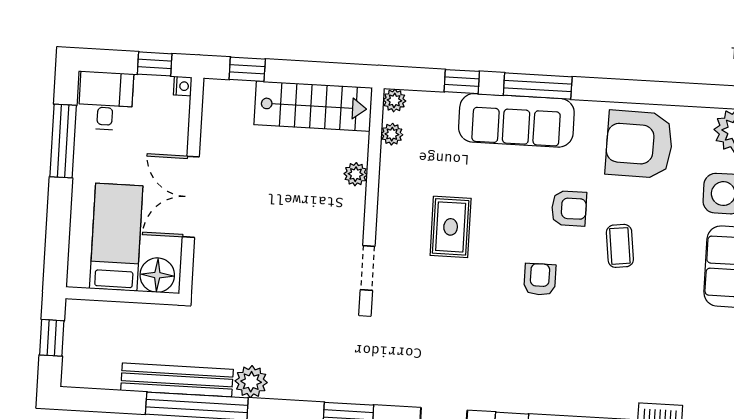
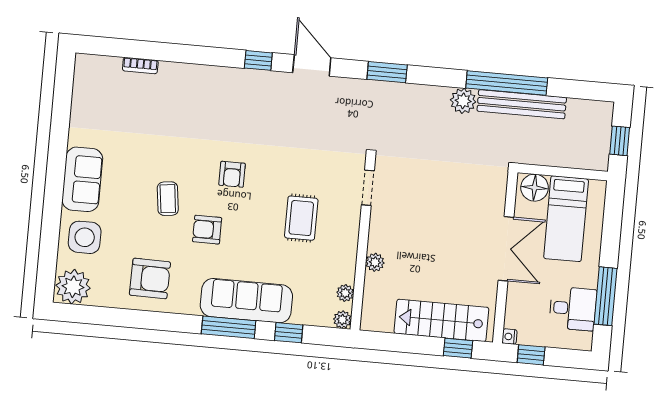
desk: (106, 101) -> (573, 309), moved, turned -90
stairs: (313, 106) -> (441, 320), moved
armchair: (639, 144) -> (150, 279), width x0.73, depth x0.73

